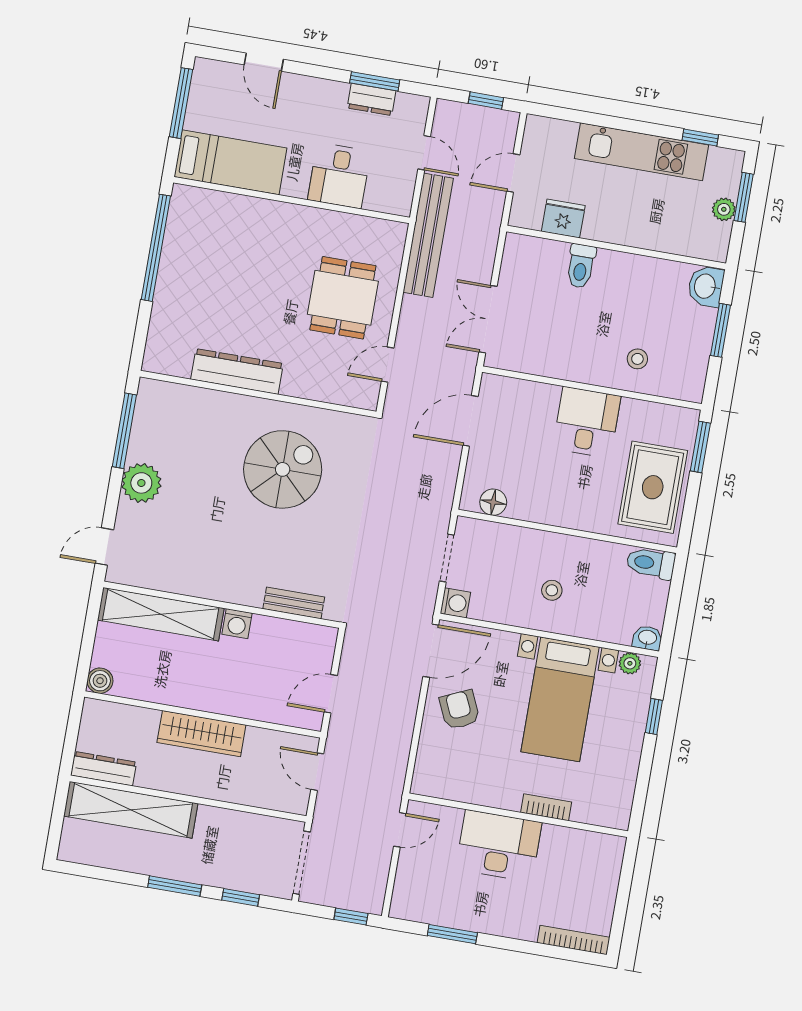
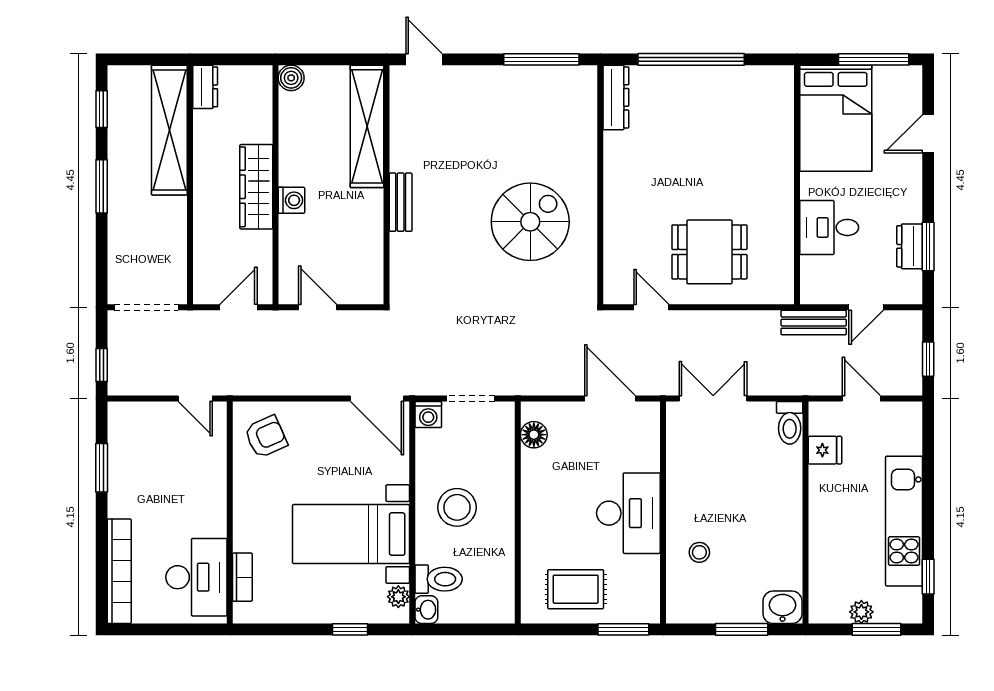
bed: (230, 162) -> (836, 118), width x1.50
fridge: (563, 219) -> (825, 450), width x0.72
bench: (428, 235) -> (814, 323), width x0.54, depth x0.82
window: (156, 248) -> (691, 59), moved
toilet: (581, 266) -> (790, 423), moved, turned -90
dresser: (237, 371) -> (616, 97), moved, width x0.73, depth x0.80
desk: (587, 422) -> (628, 513), width x1.37
spiral stairs: (283, 469) -> (530, 222), turned -90
plant: (141, 483) -> (493, 85), removed
rug: (653, 487) -> (576, 589), width x0.73, depth x0.70
toilet: (651, 563) -> (439, 579), moved, turned 90
stool: (552, 590) -> (457, 507), width x1.89, depth x1.89
bench: (294, 603) -> (401, 202), moved
washing machine: (237, 624) -> (291, 200), moved, turned 180
armchair: (459, 710) -> (266, 437), moved
dresser: (104, 769) -> (205, 87), width x0.70
bookcase: (546, 807) -> (242, 577), moved
desk: (499, 846) -> (196, 577), moved
window: (241, 897) -> (102, 109), moved
bookcase: (574, 940) -> (119, 571), width x1.48, depth x1.31

